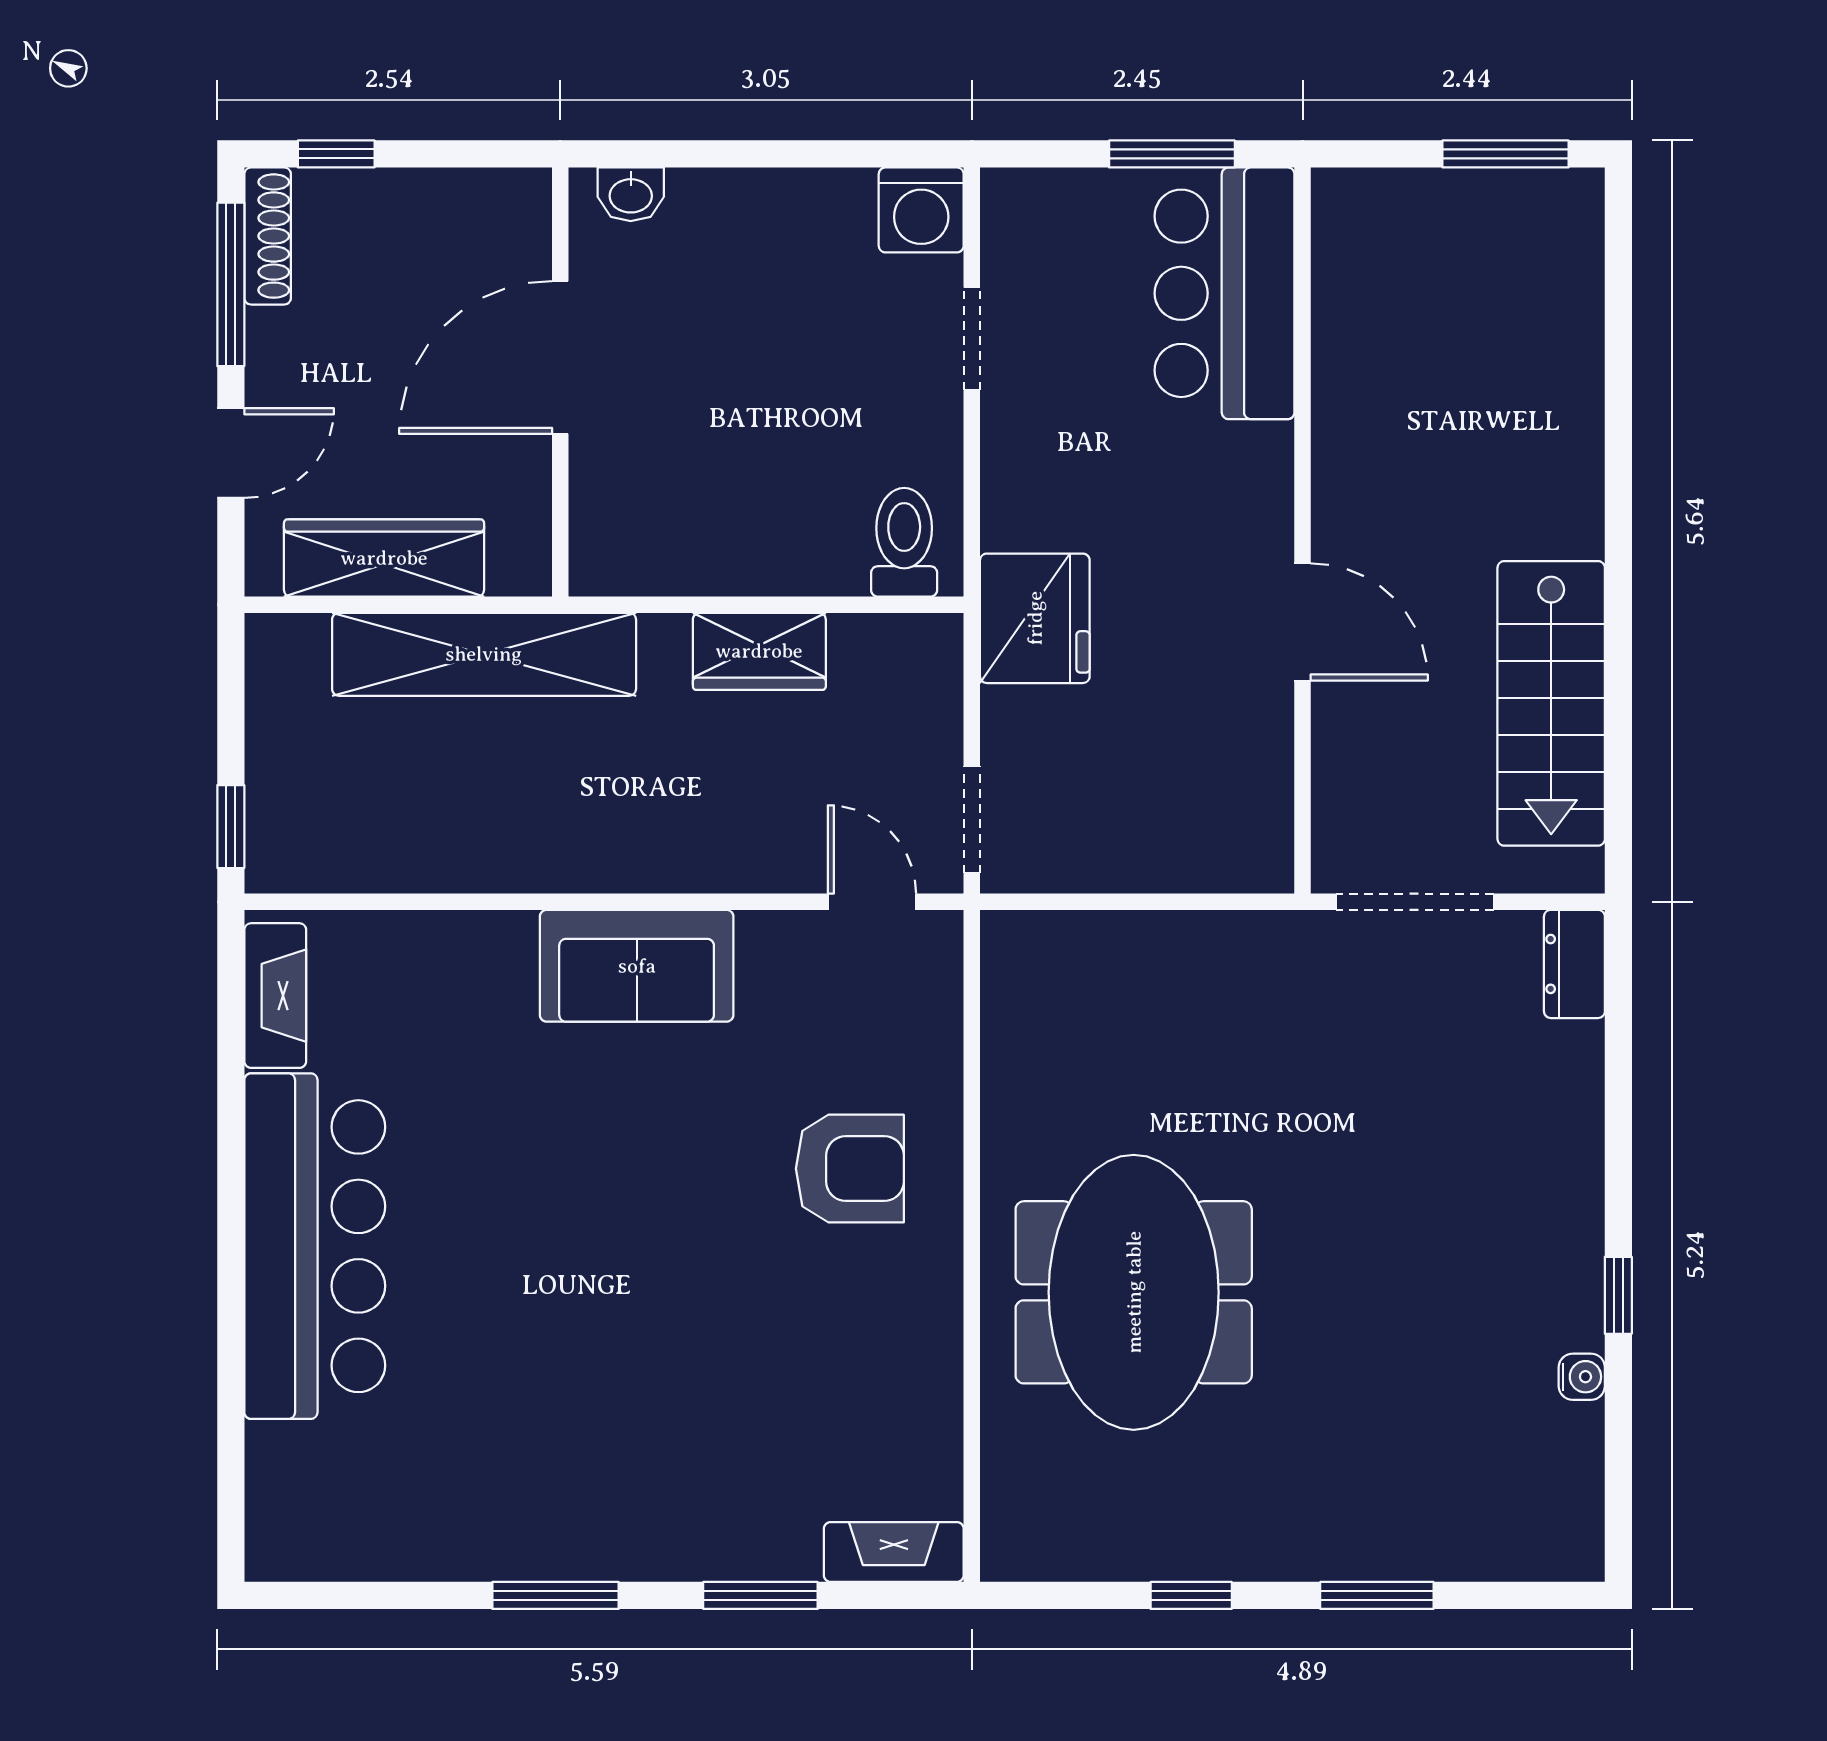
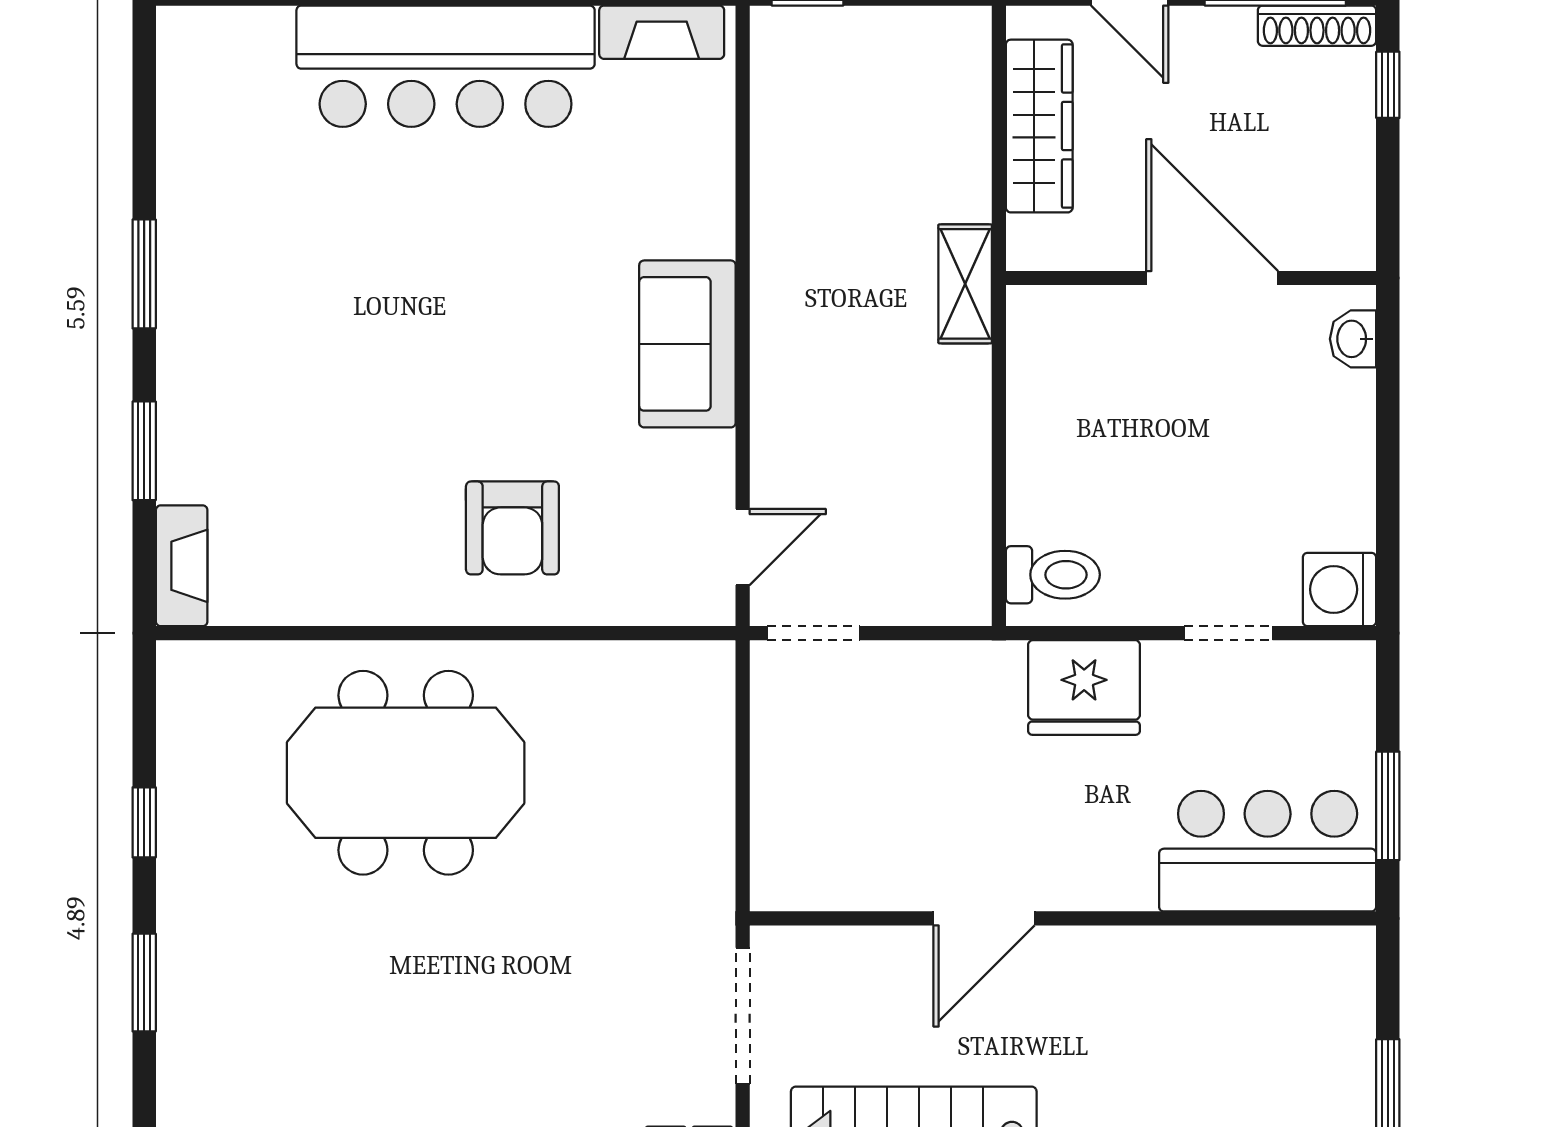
fridge: (1035, 618) -> (1084, 687), moved
wardrobe: (759, 651) -> (959, 450), removed
shelving: (484, 654) -> (965, 284), width x0.45, depth x0.75

